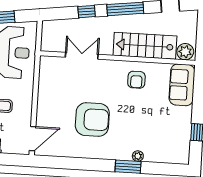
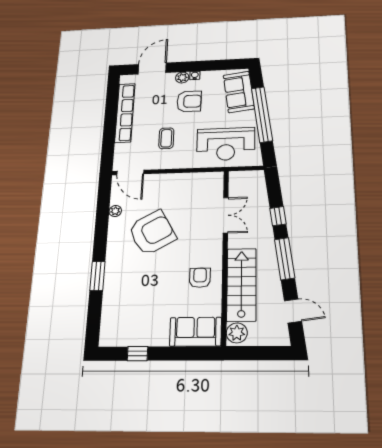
armchair: (136, 80) -> (200, 278), turned 90
armchair: (92, 119) -> (152, 233), turned -119
plant: (138, 156) -> (115, 211), moved

